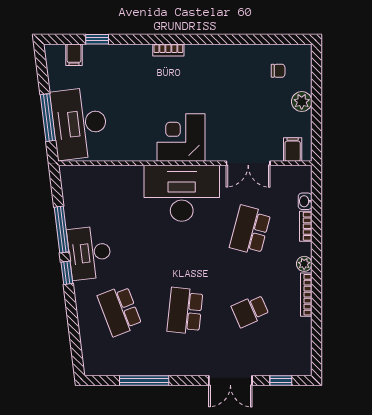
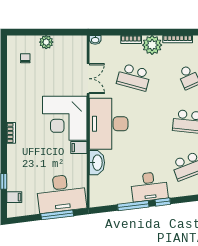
corner desk: (181, 137) -> (65, 118), width x1.36, depth x1.36
filing cabinet: (293, 149) -> (79, 148), moved
washbasin: (125, 176) -> (97, 163), added
washbasin: (305, 201) -> (95, 40), moved
plant: (304, 264) -> (152, 45), width x1.87, depth x1.87

